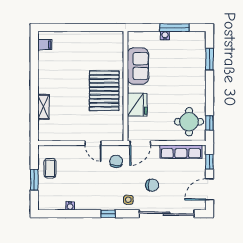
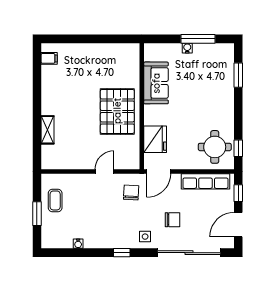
fridge: (137, 105) -> (155, 139), moved
door: (93, 143) -> (104, 171), swing flipped

